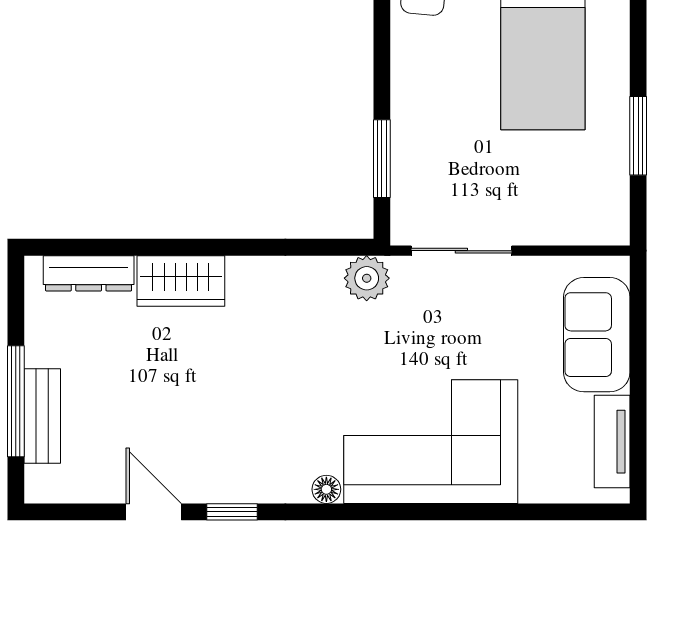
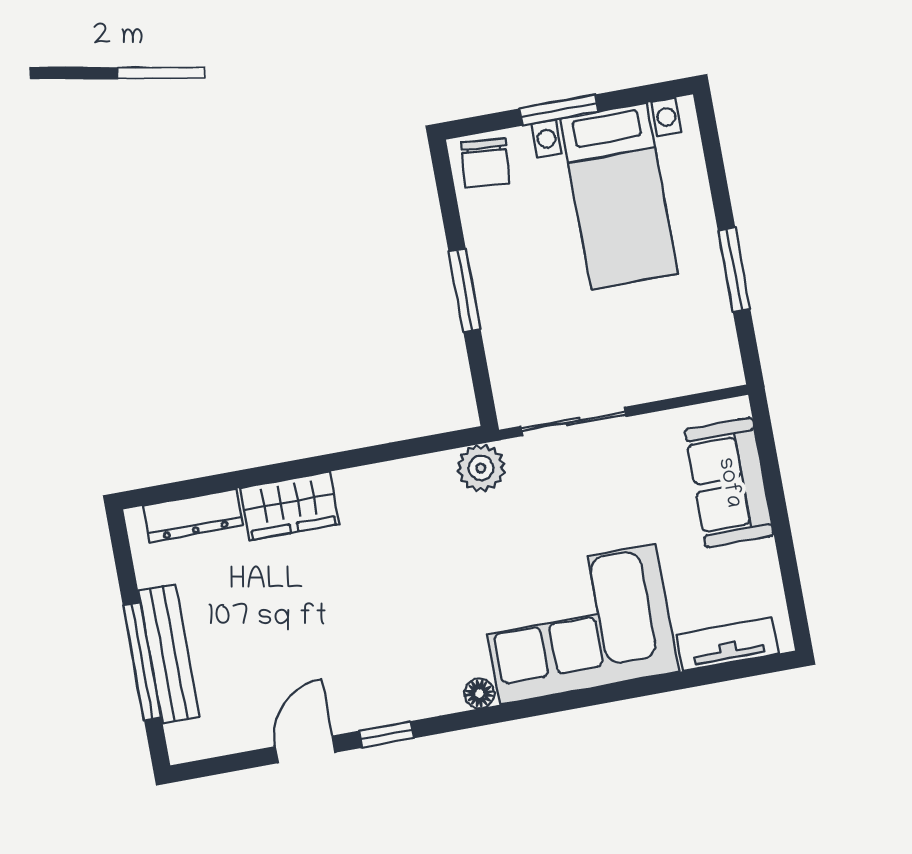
window: (382, 159) -> (464, 290), moved
bench: (42, 416) -> (169, 654), width x1.36
tv unit: (612, 442) -> (727, 644), moved, turned 90
door: (154, 512) -> (305, 749), hinge flipped

